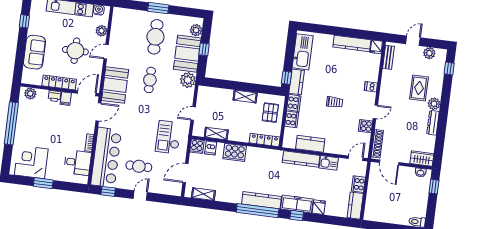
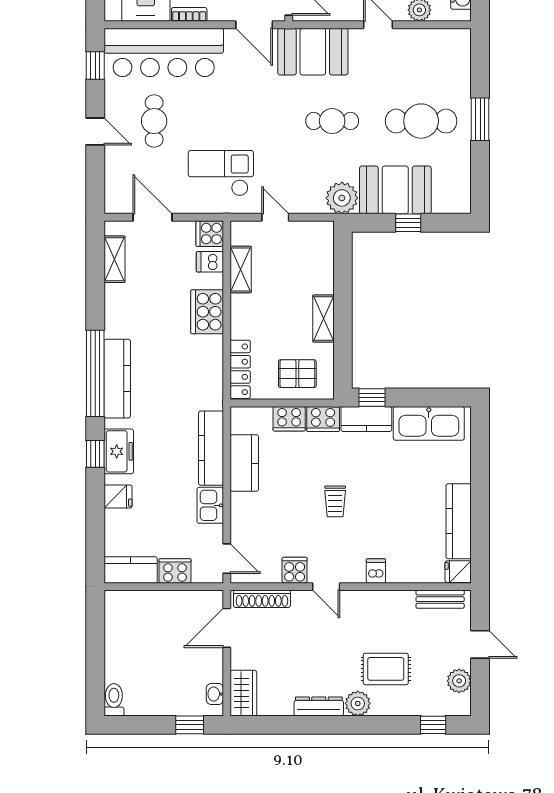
plant: (196, 30) -> (445, 202), removed
freezer: (297, 204) -> (119, 451), width x0.71

